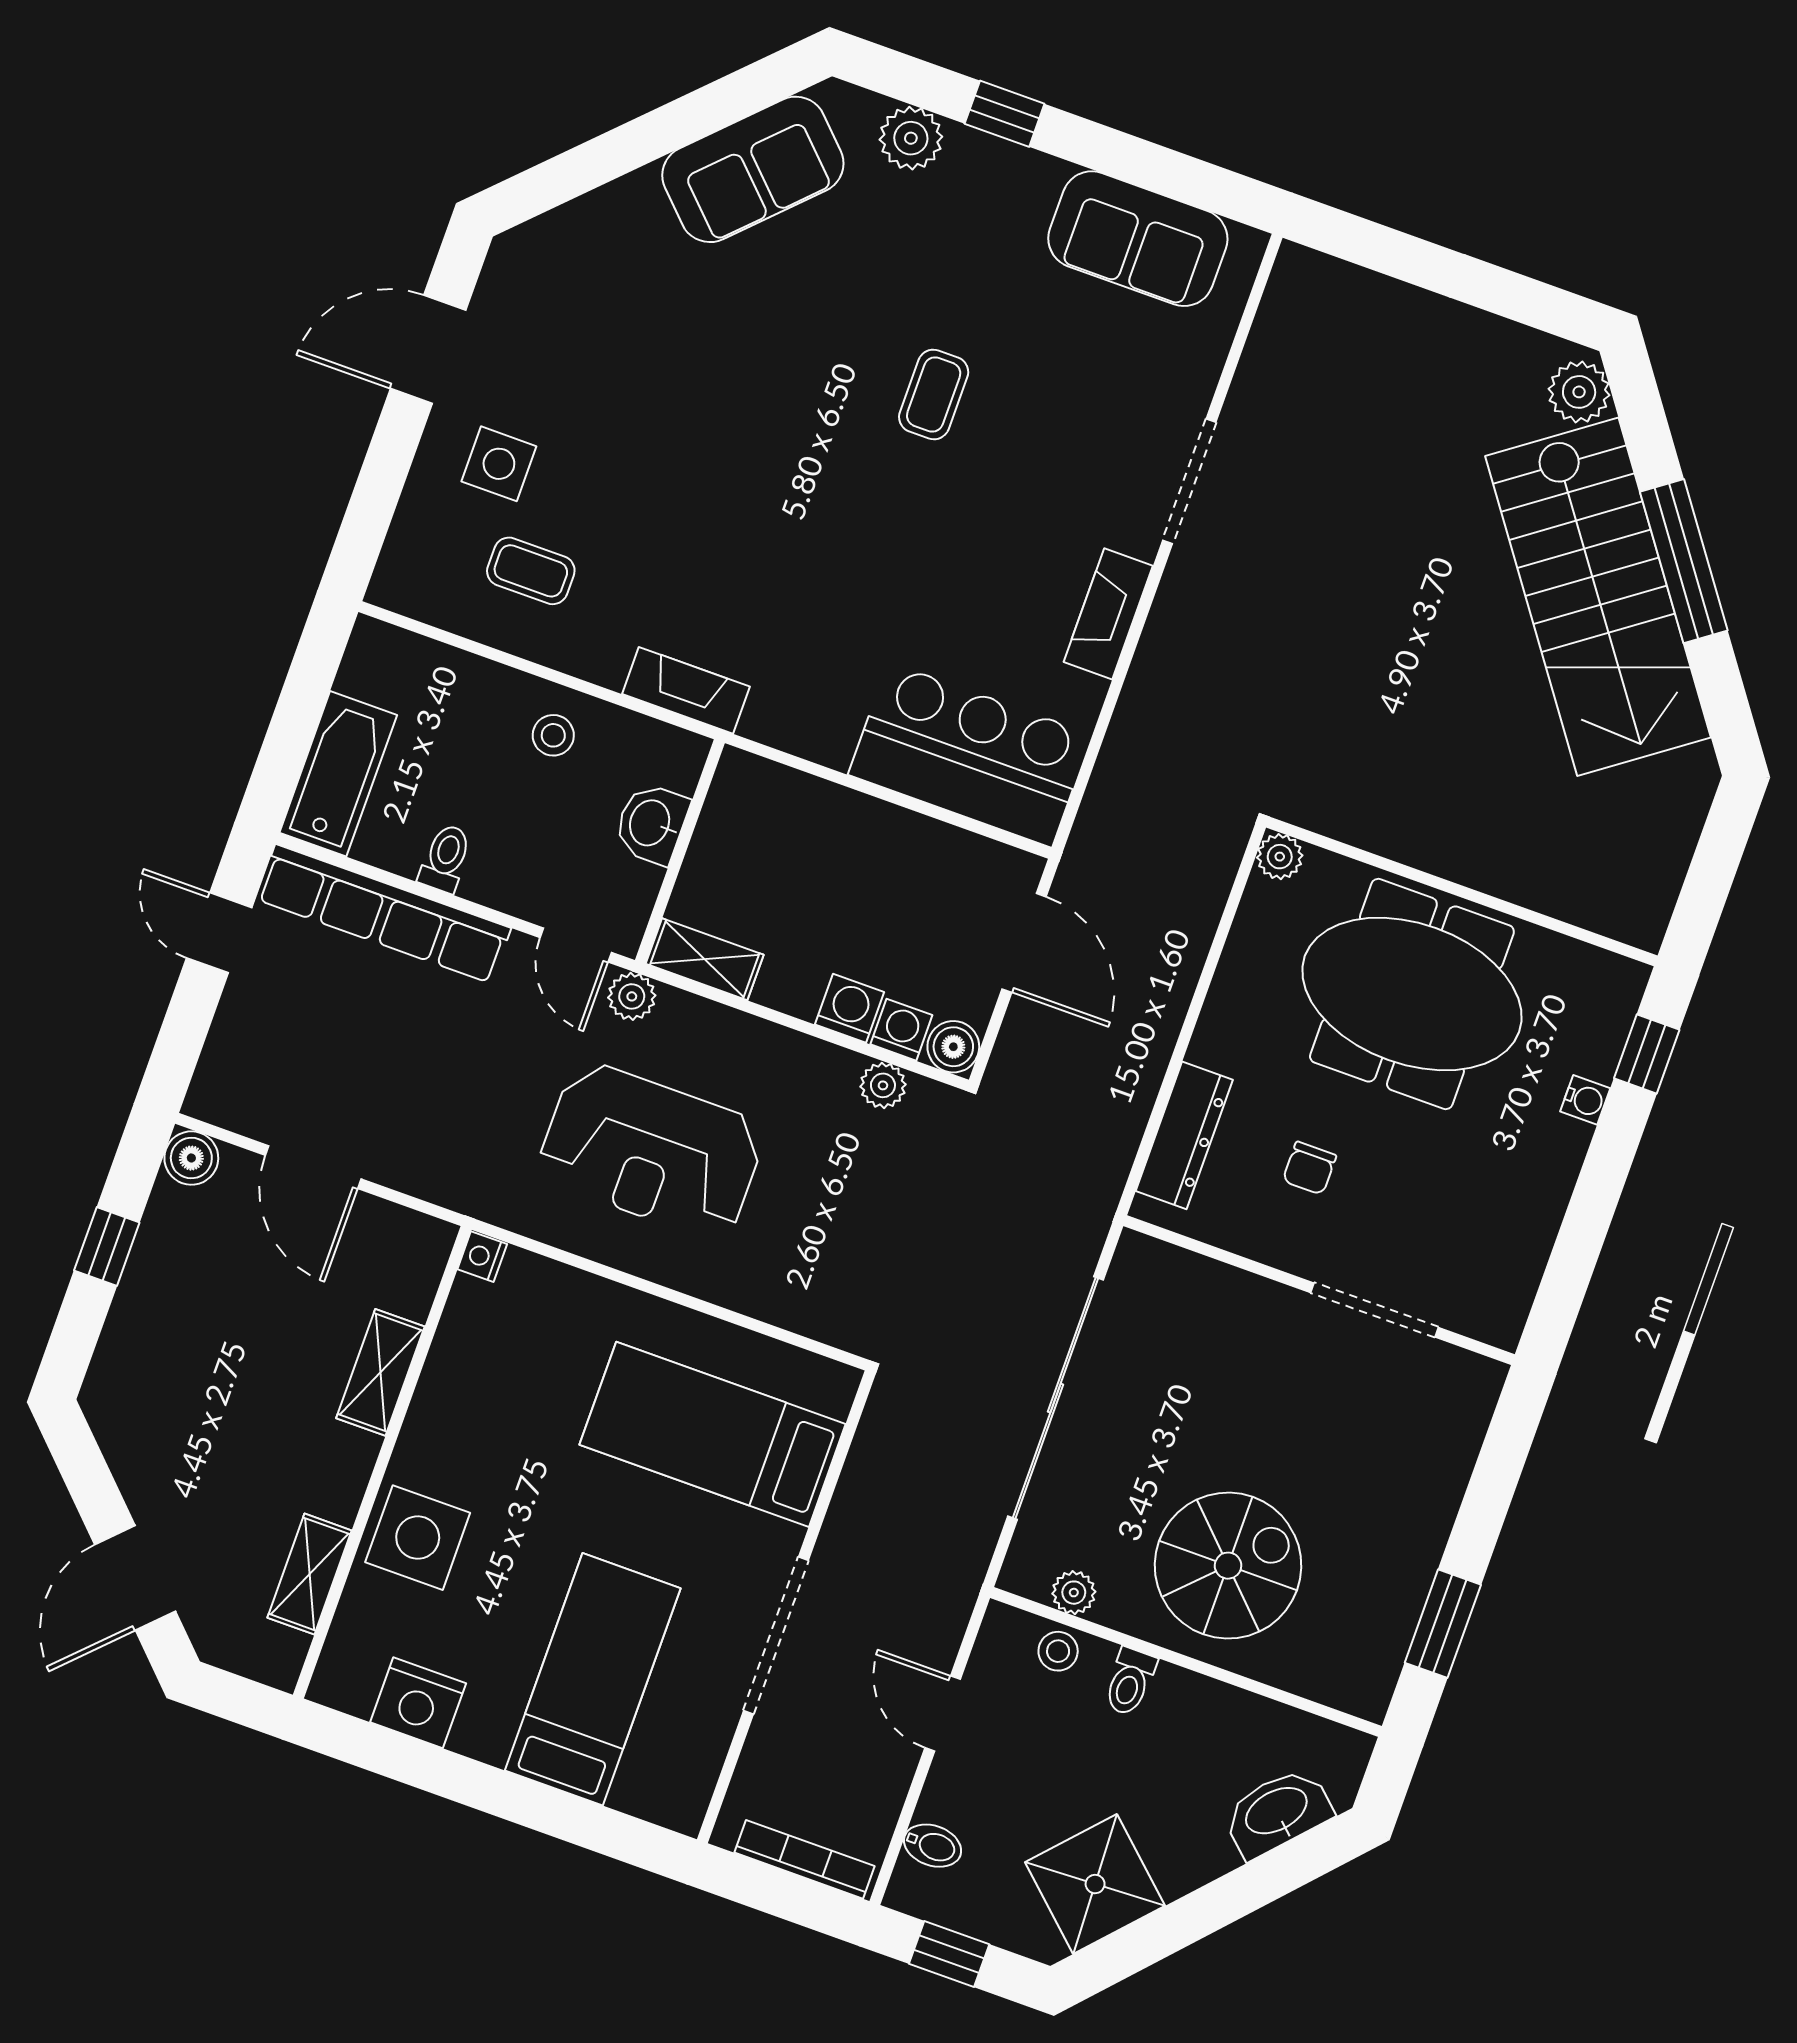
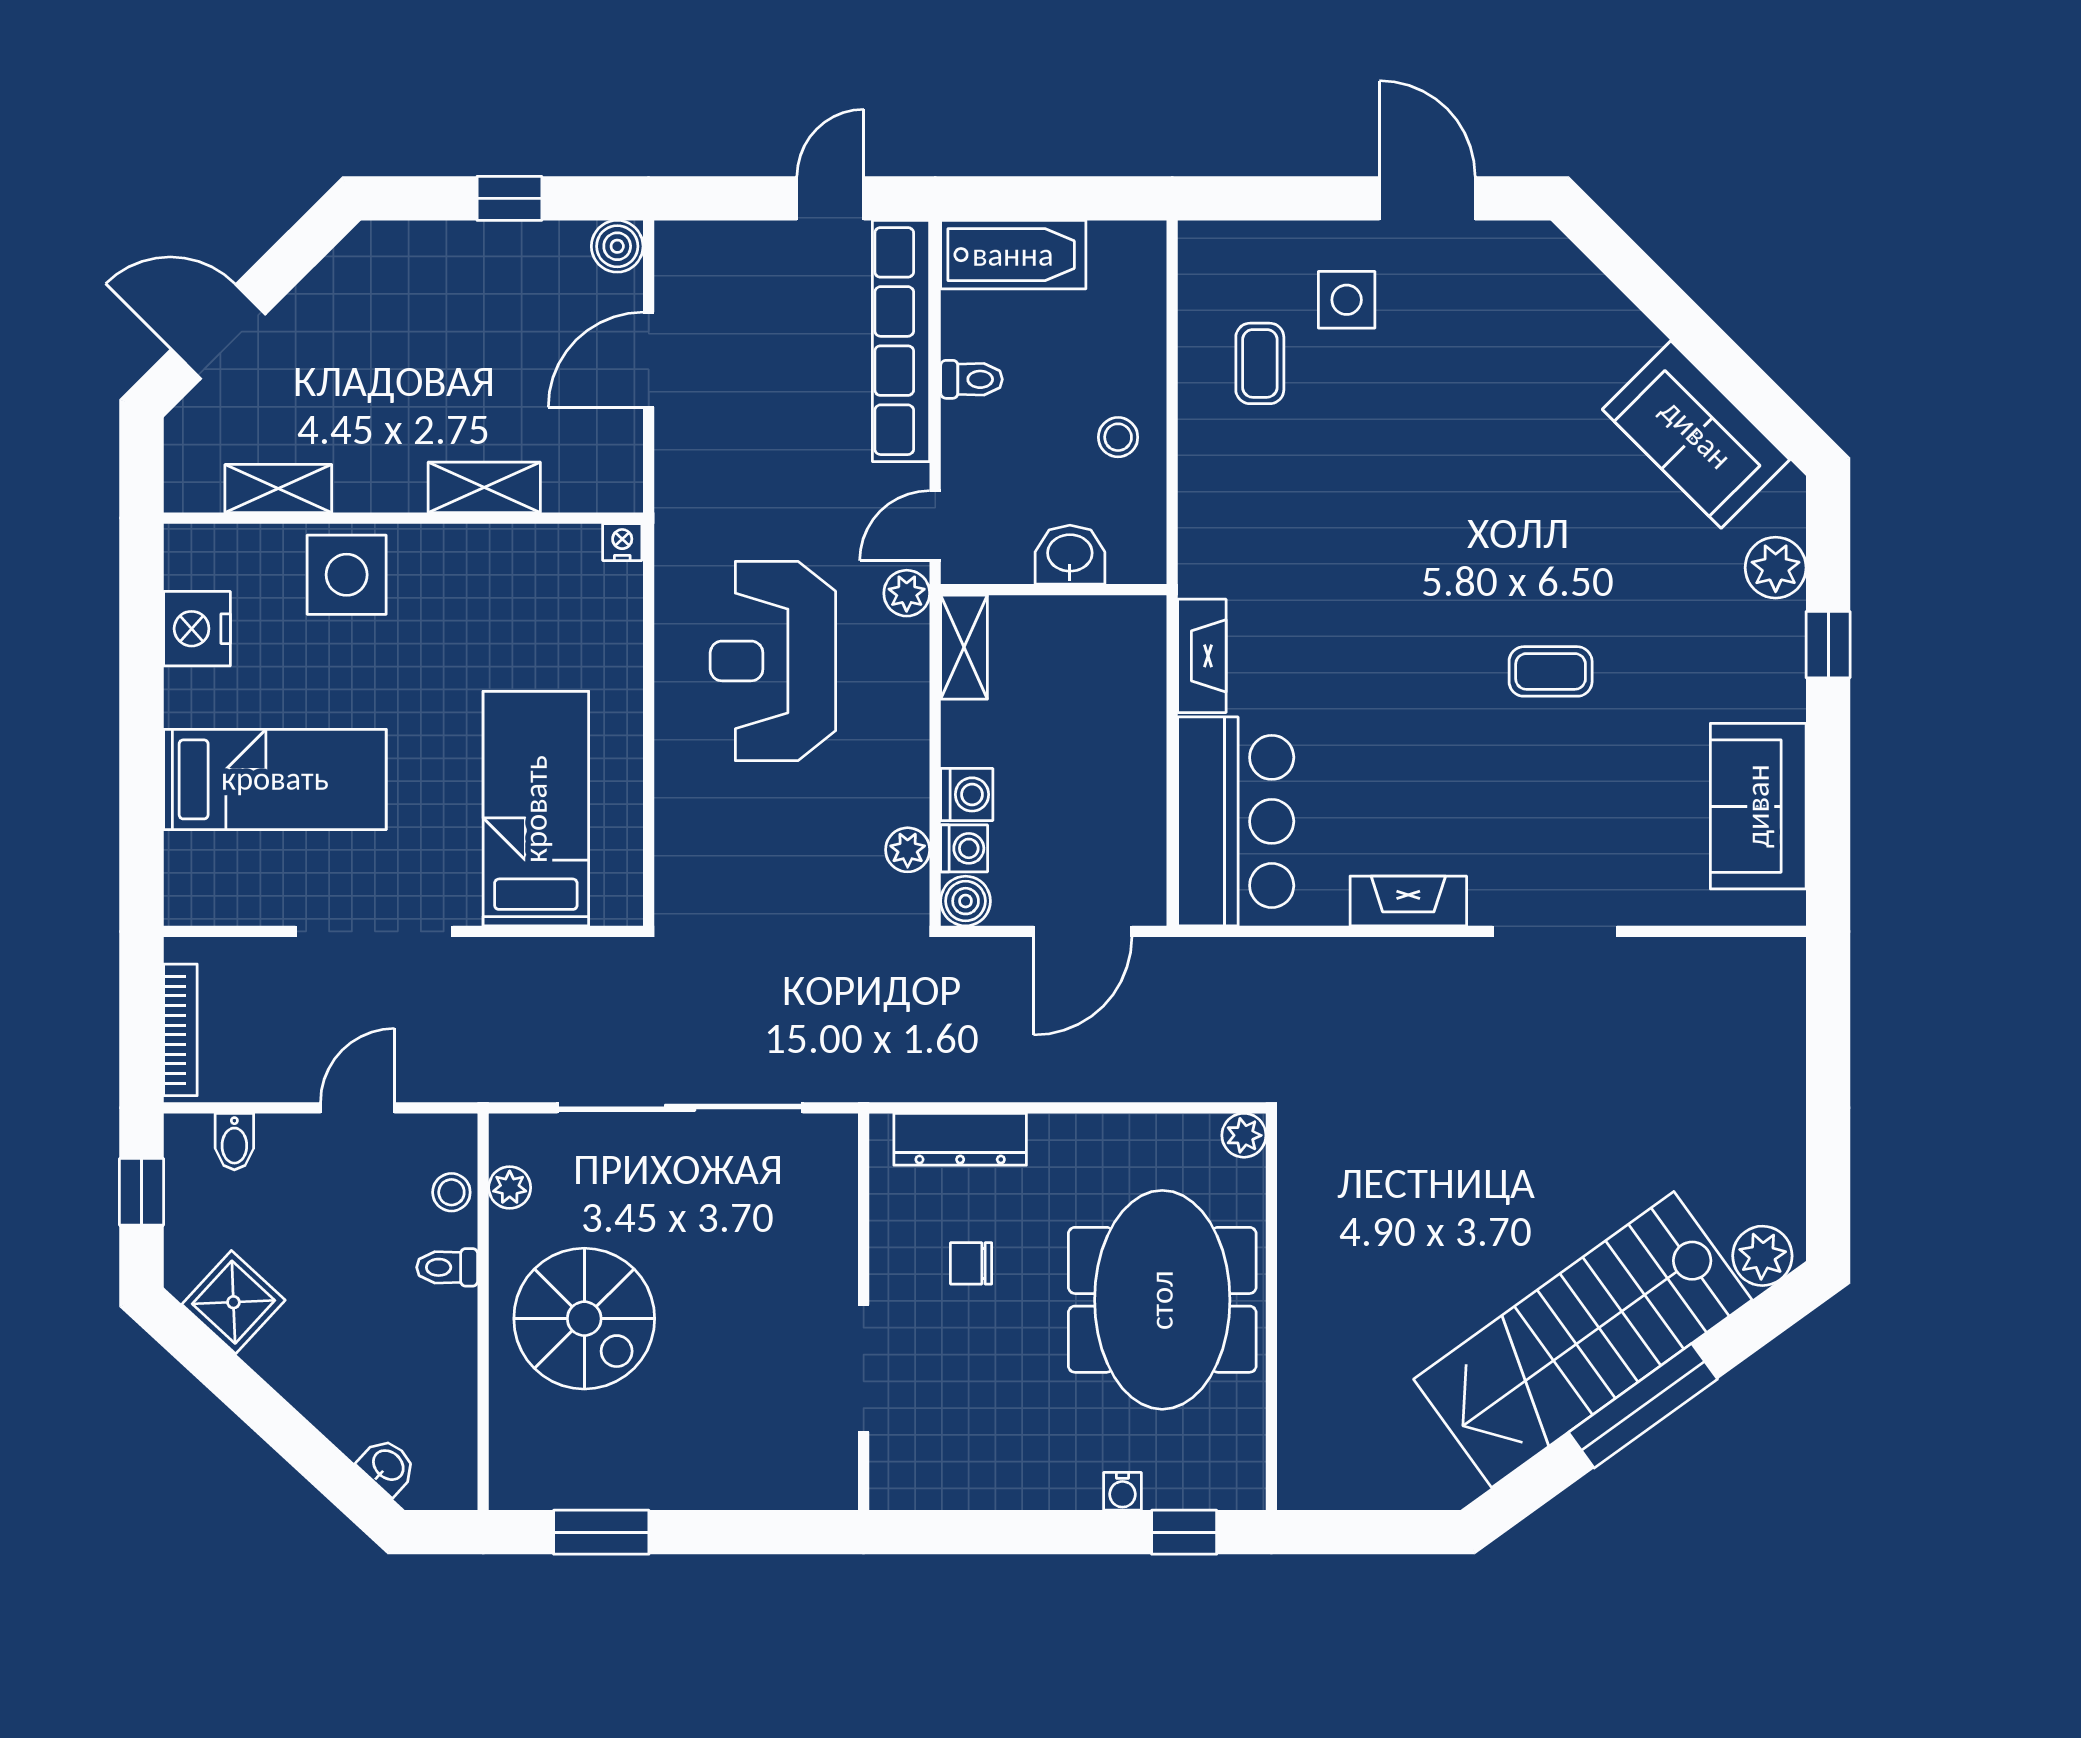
fireplace: (686, 690) -> (1202, 656), moved
washbasin: (1277, 1812) -> (388, 1466), width x0.52, depth x0.69
shower: (1095, 1884) -> (233, 1302), width x0.73, depth x0.73

